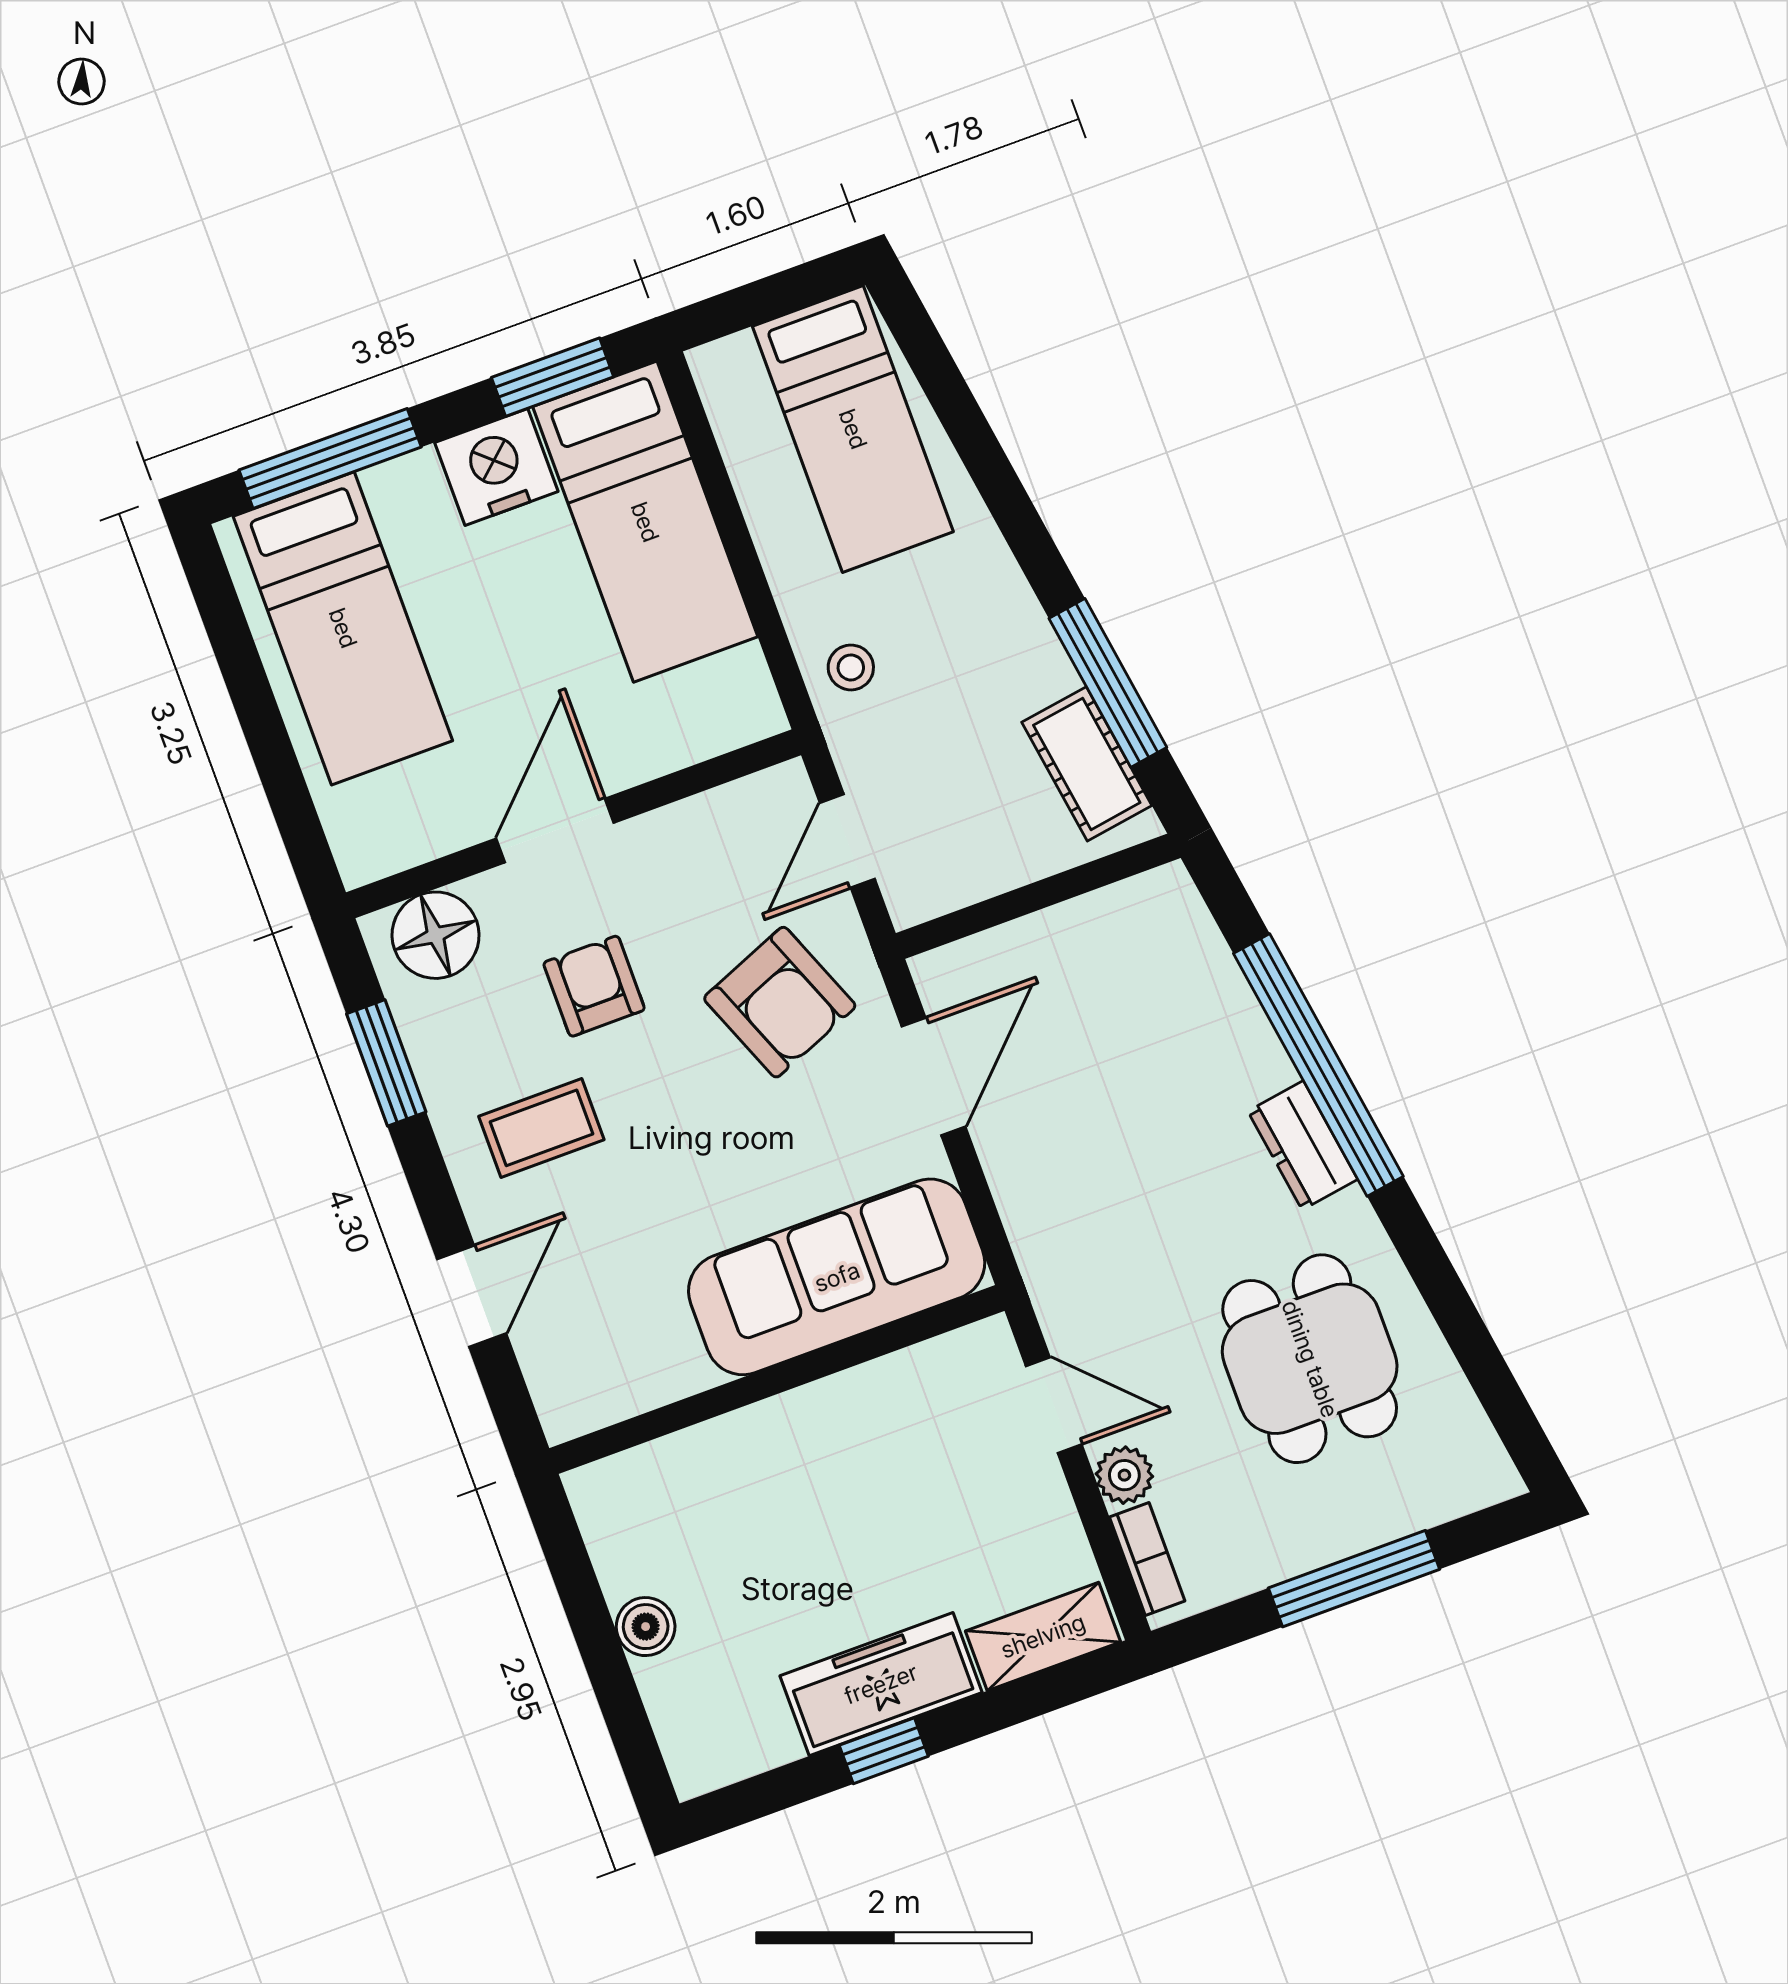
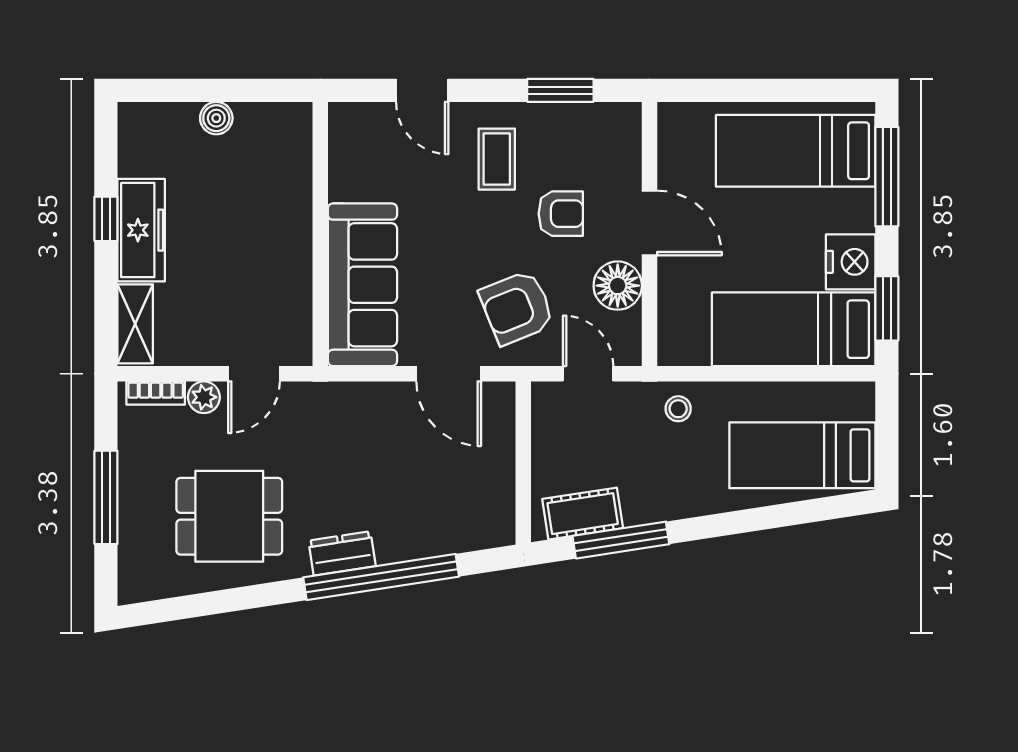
floor lamp: (436, 935) -> (618, 286), moved

